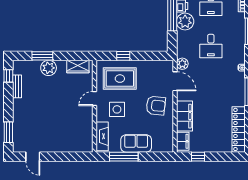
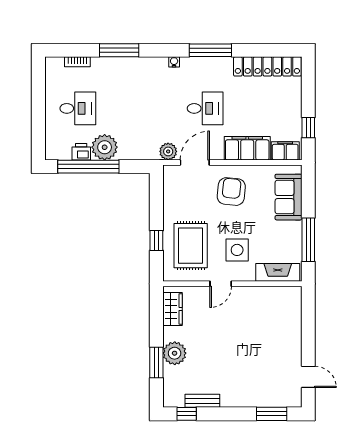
desk: (211, 46) -> (205, 108), moved
door: (95, 98) -> (221, 284), hinge flipped
sofa: (136, 143) -> (289, 197), moved
door: (33, 157) -> (308, 377), hinge flipped

